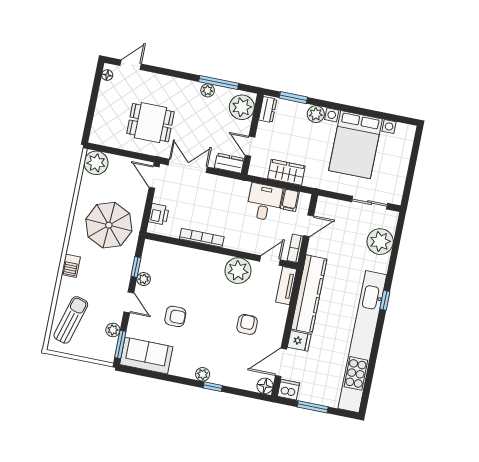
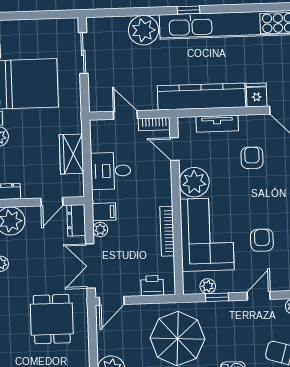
plant: (217, 182) -> (100, 229), added
filing cabinet: (290, 200) -> (104, 212), moved
plant: (380, 242) -> (143, 30), moved
corner sofa: (191, 271) -> (207, 235), added
plant: (144, 279) -> (208, 286), moved
tv unit: (286, 286) -> (217, 124), moved
armchair: (247, 324) -> (252, 158), turned 90

